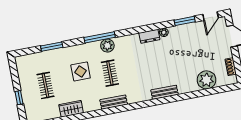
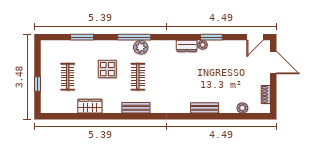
window: (185, 21) -> (211, 37), moved
plant: (207, 80) -> (242, 108), width x0.53, depth x0.53
bench: (164, 92) -> (204, 108), moved

